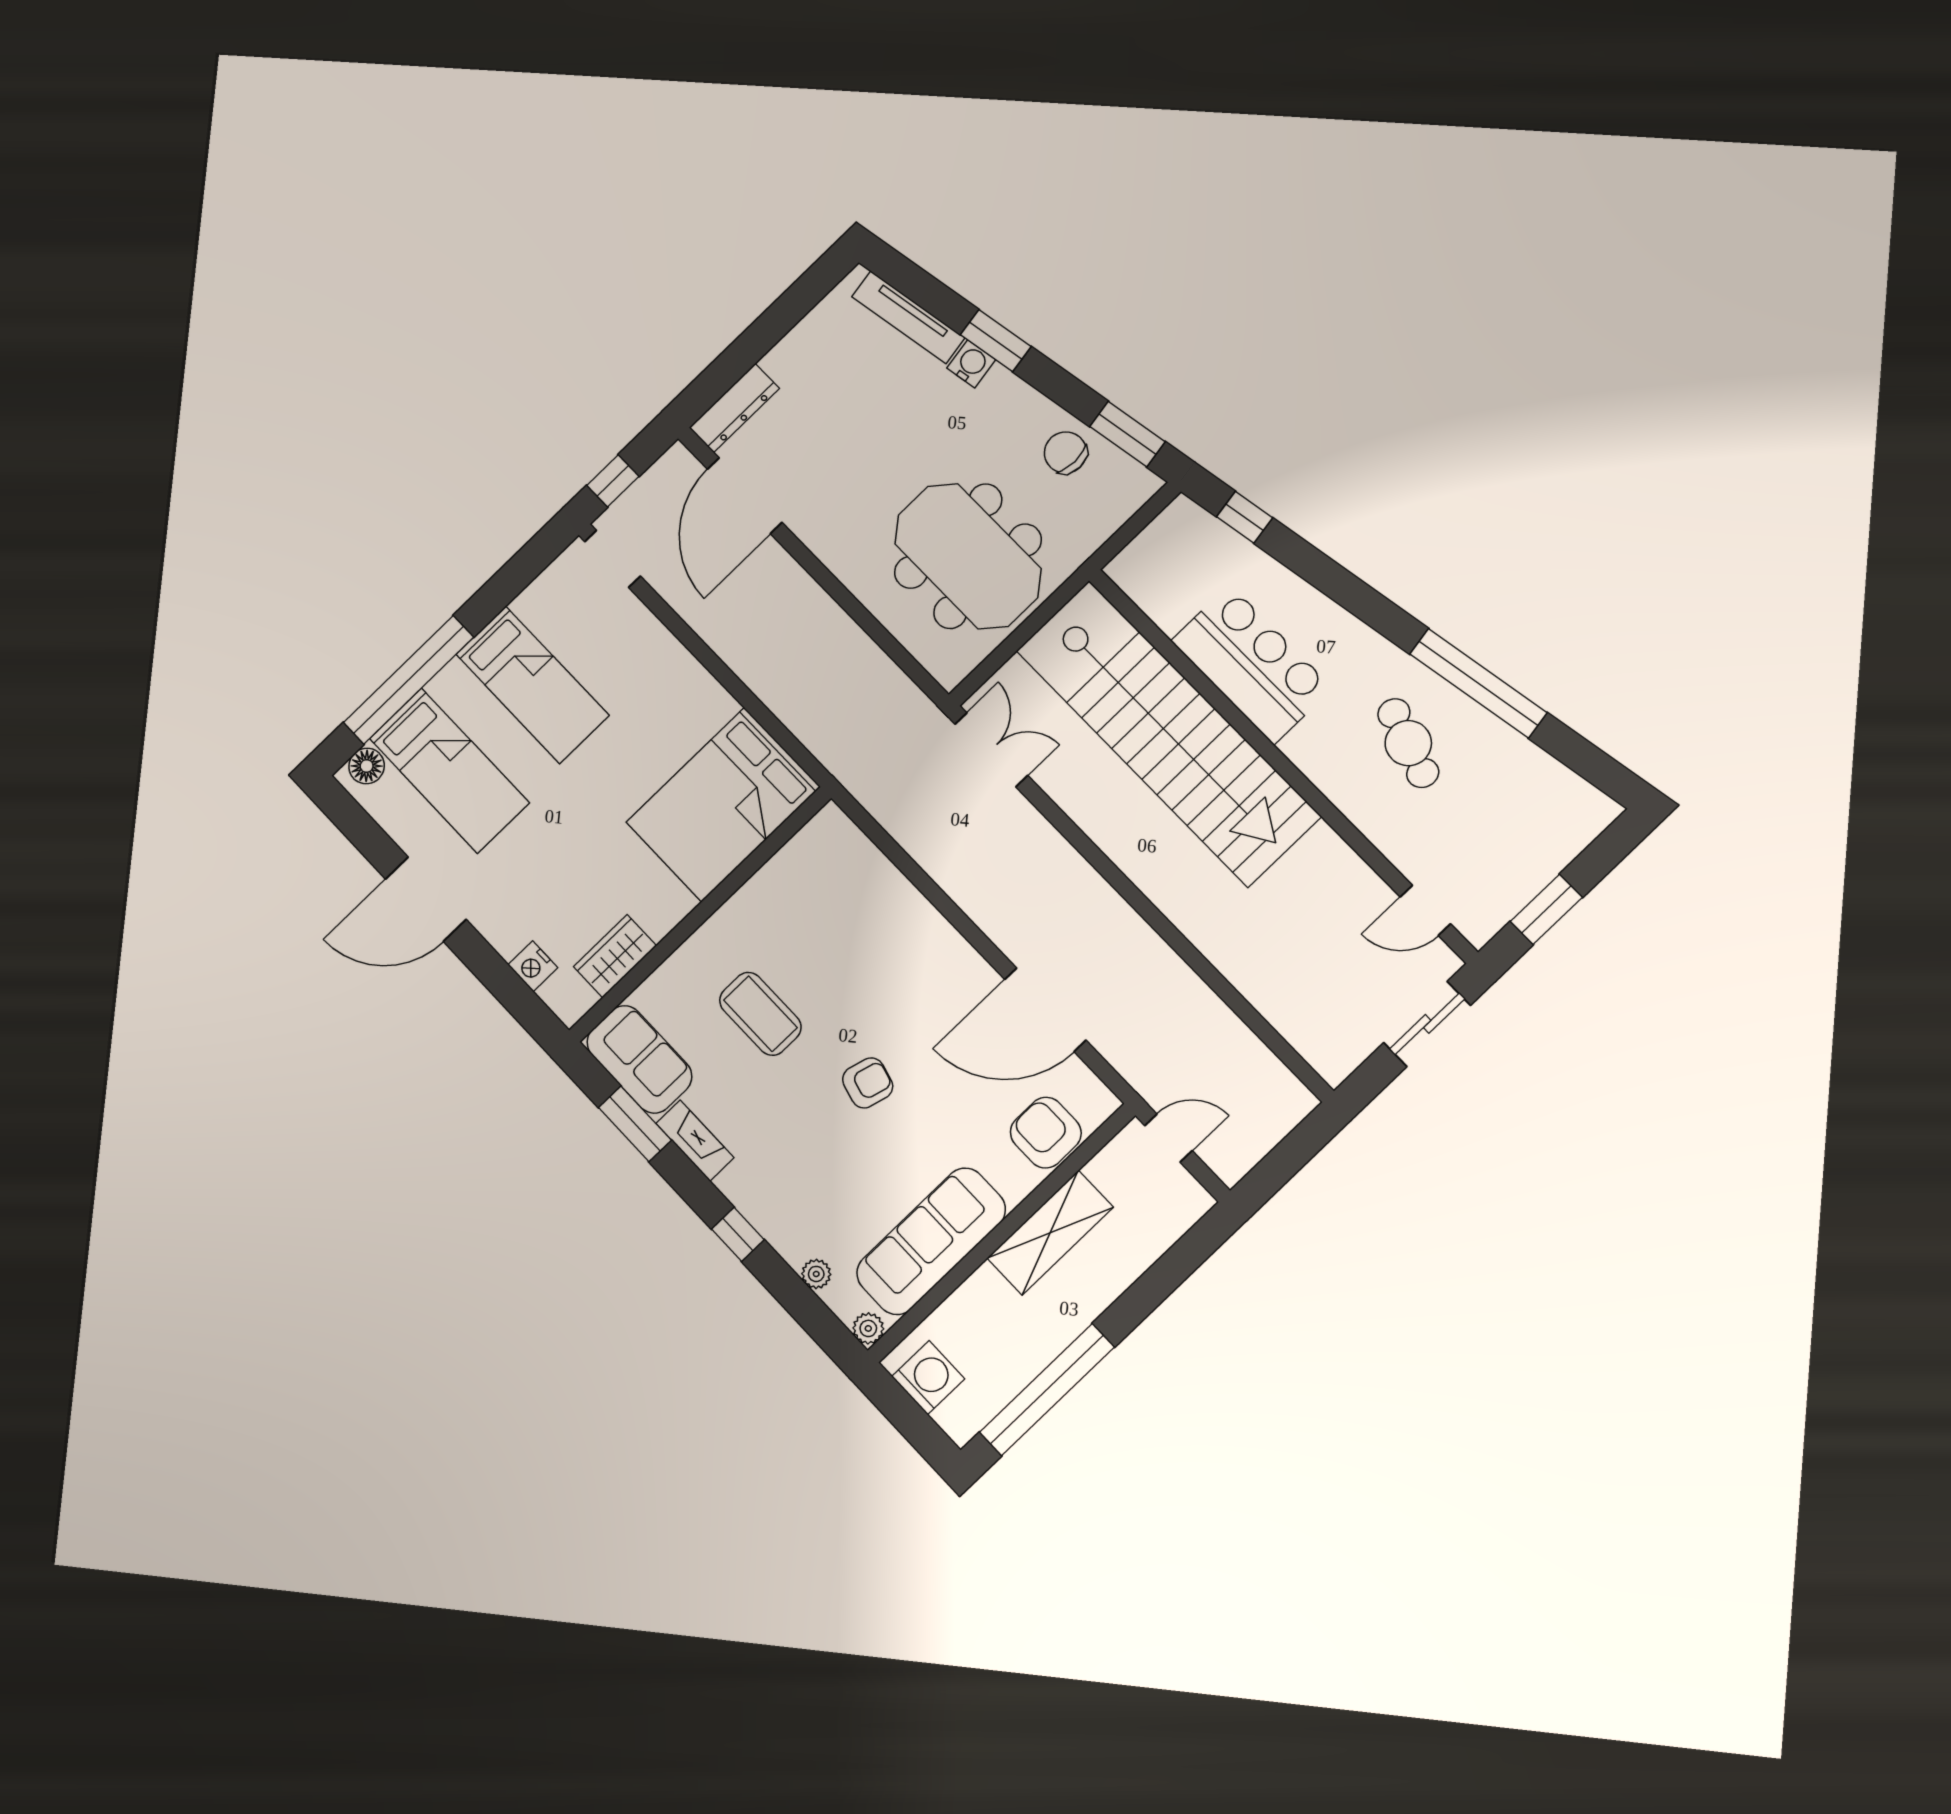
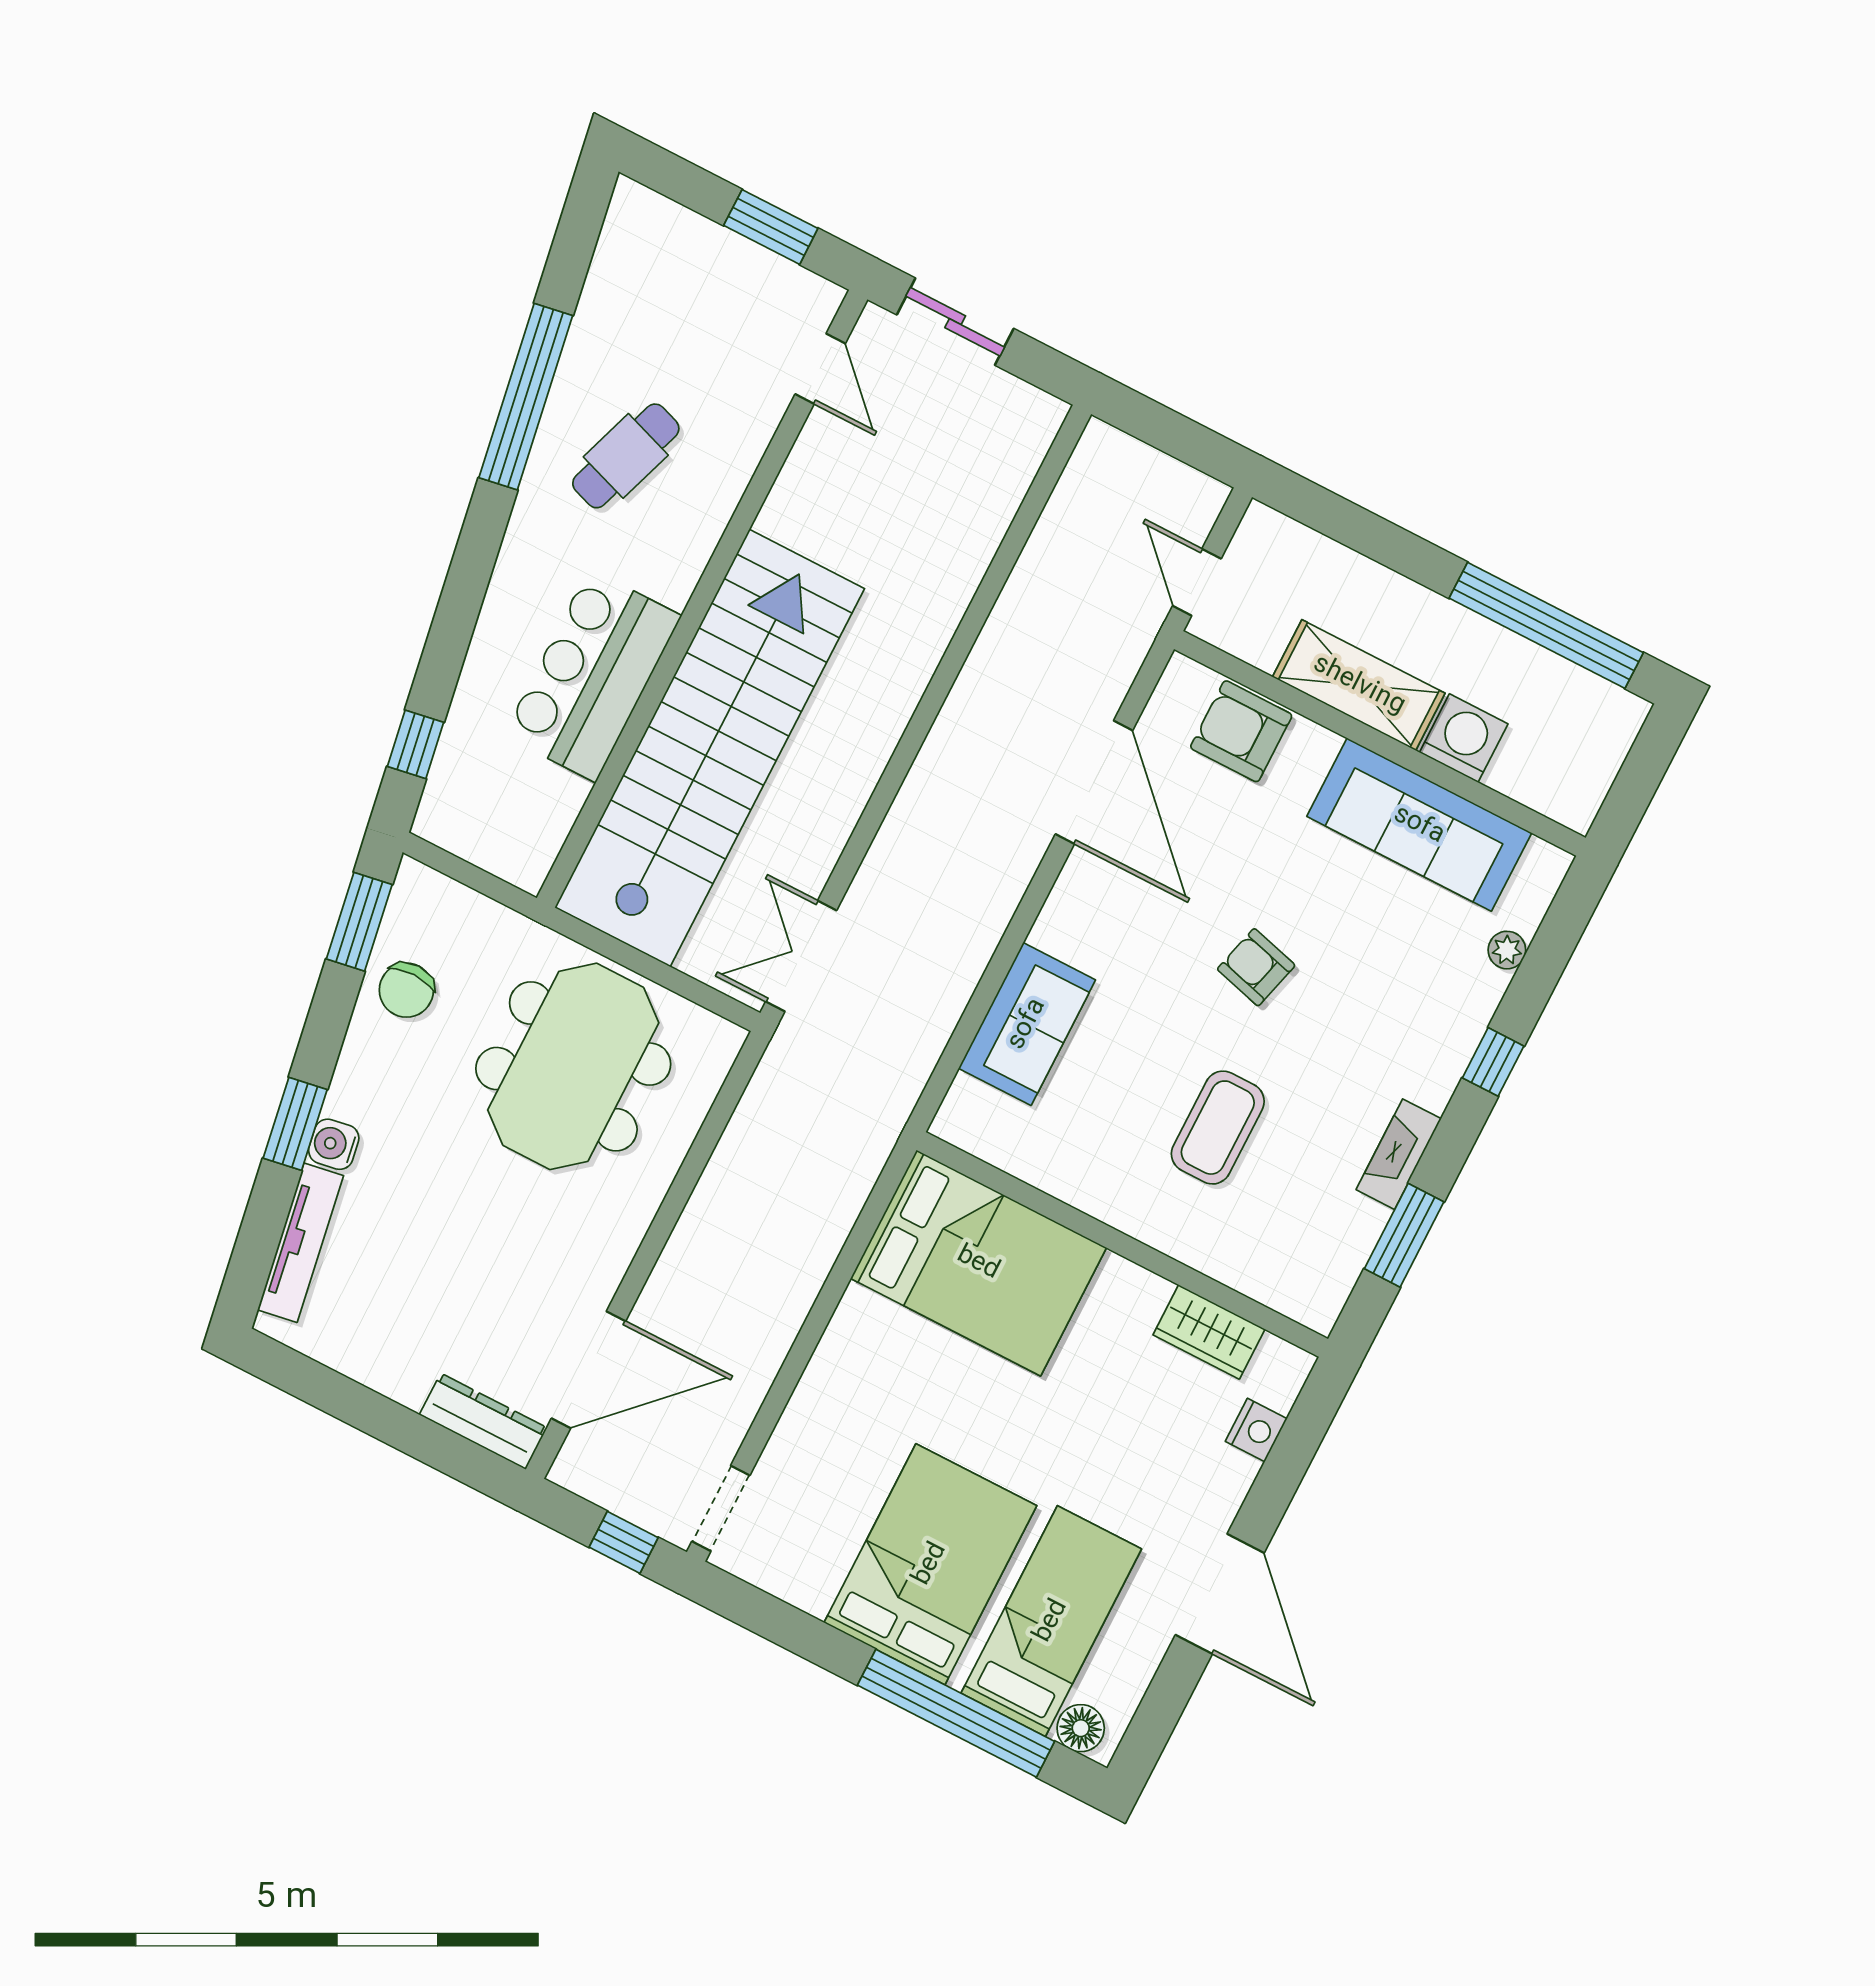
bed: (533, 685) -> (930, 1564), width x1.50
sofa: (639, 1059) -> (1027, 1024), moved, turned 180
armchair: (1046, 1133) -> (1241, 731), turned 90
plant: (868, 1328) -> (1550, 864), removed
washing machine: (928, 1378) -> (1464, 738), moved, turned 90

